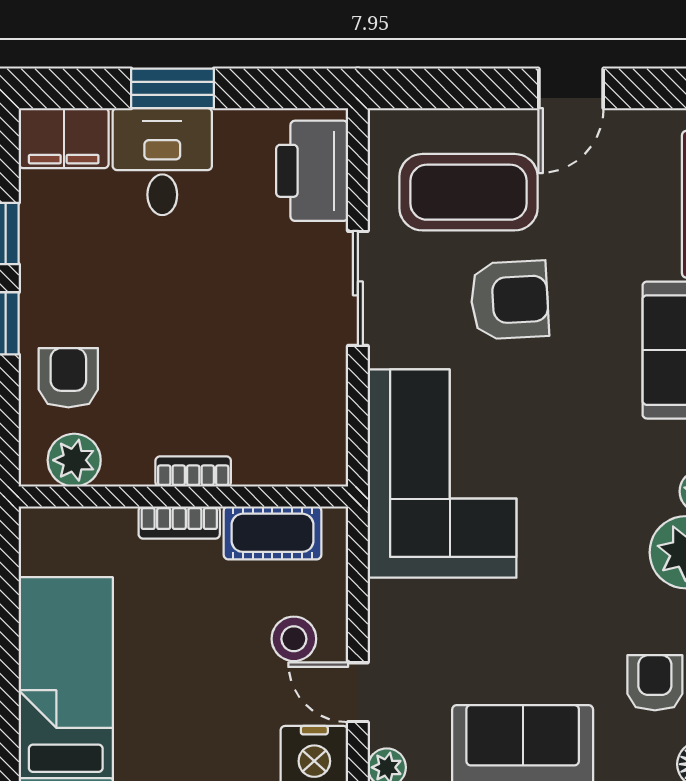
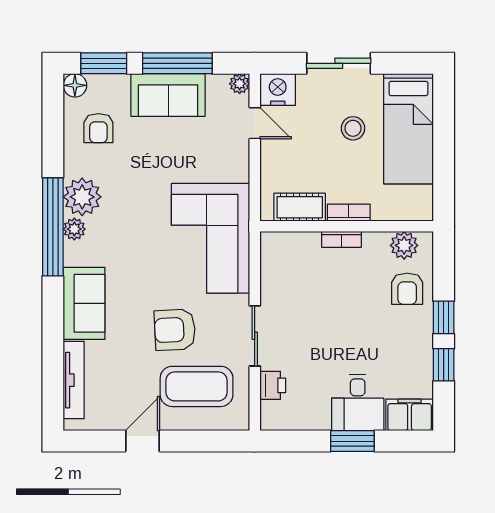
printer: (312, 171) -> (273, 385), width x0.53, depth x0.68
stool: (294, 639) -> (353, 128), moved

